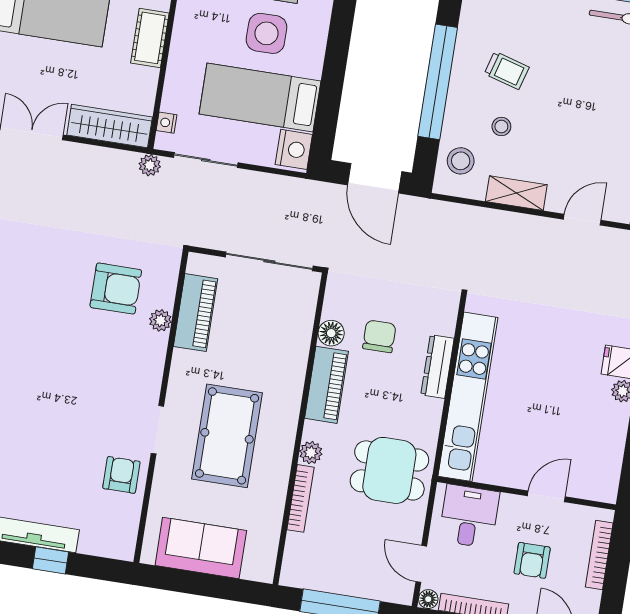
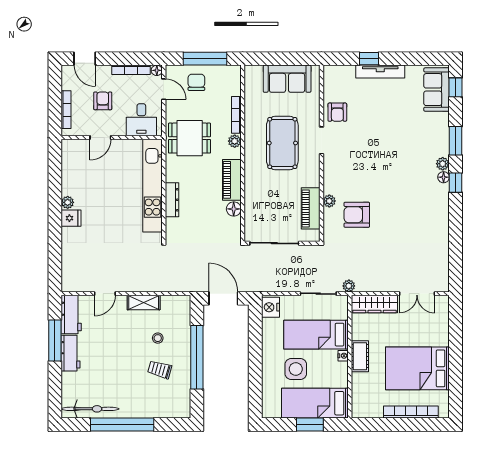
bed: (260, 97) -> (316, 335), moved, turned 180
nightstand: (167, 123) -> (343, 356), moved
stool: (461, 161) -> (177, 316), removed
chair: (379, 336) -> (196, 82), moved, turned 180

